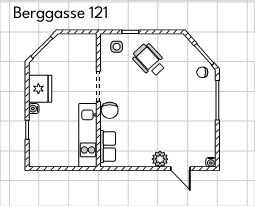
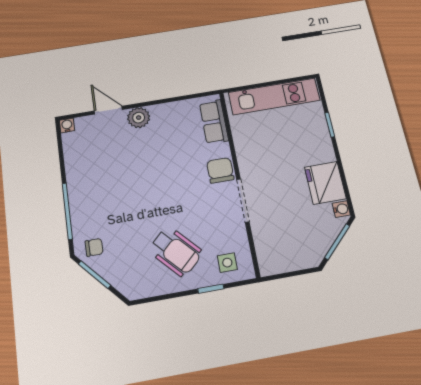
water cooler: (34, 109) -> (341, 209), moved
kitchen unit: (88, 135) -> (274, 96), moved, turned 90

